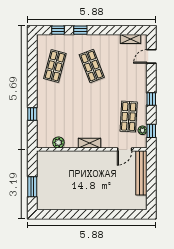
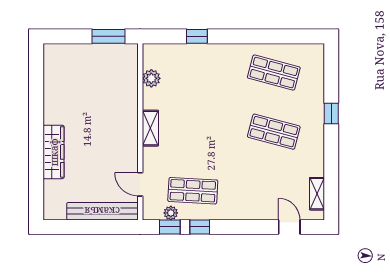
window: (58, 30) -> (331, 78), removed
shop shelf: (92, 66) -> (274, 132), turned 36
window: (151, 99) -> (200, 227), moved
window: (32, 187) -> (108, 36), moved
wardrobe: (104, 204) -> (54, 152), added

